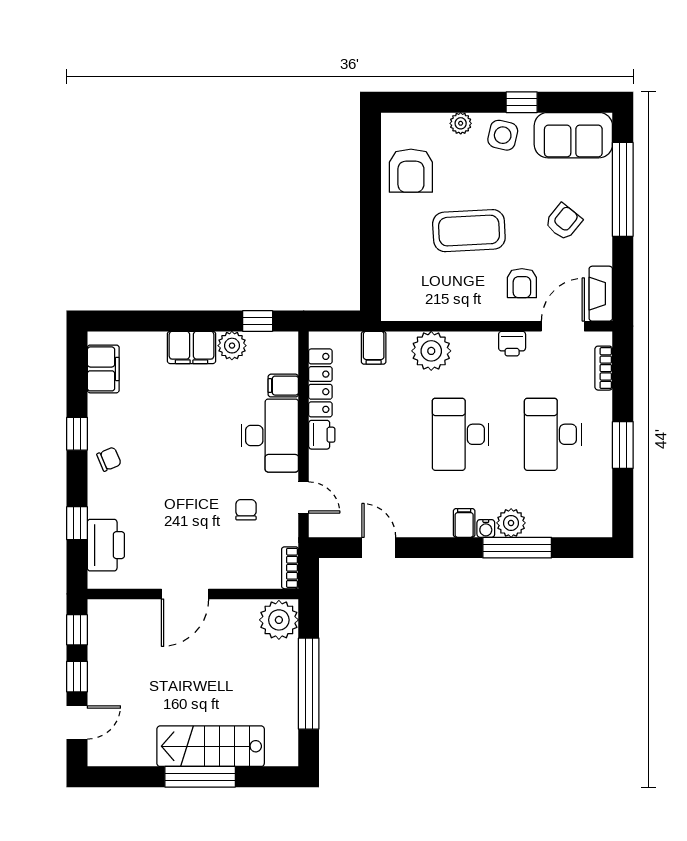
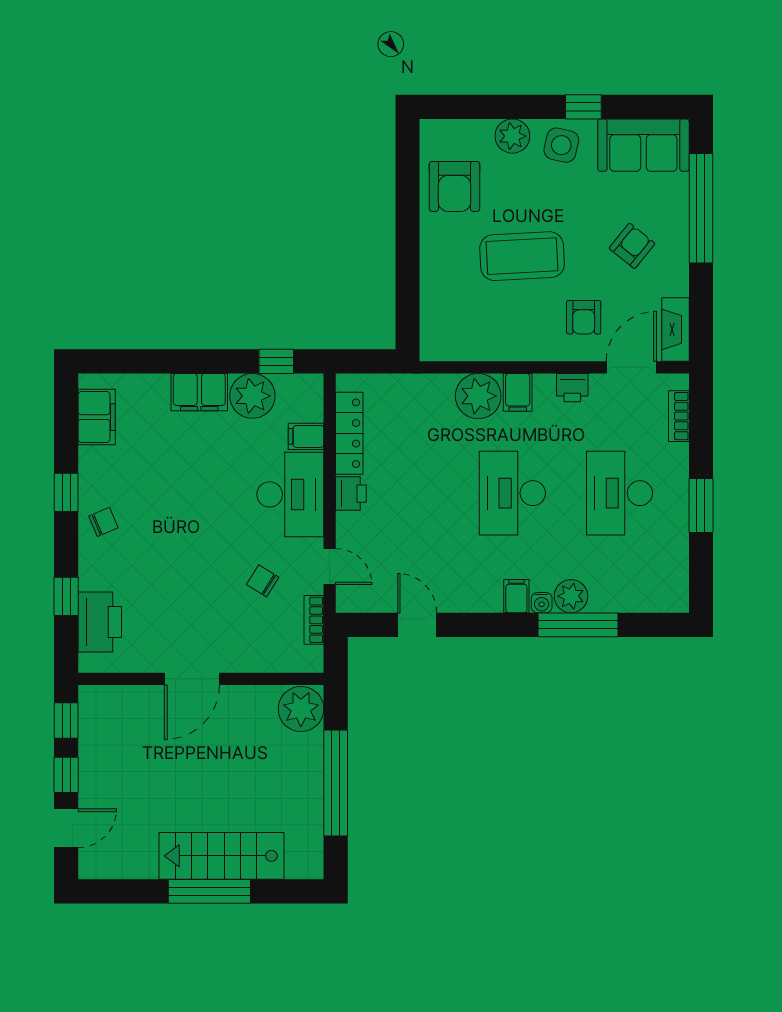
plant: (461, 123) -> (512, 136), width x1.38, depth x1.38
plant: (232, 346) -> (252, 396), width x1.36, depth x1.36
filing cabinet: (374, 348) -> (518, 392), moved
chair: (246, 510) -> (263, 581), turned -58
bookcase: (290, 568) -> (314, 620), moved

